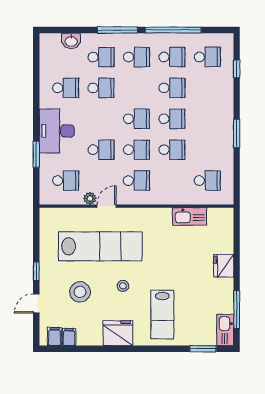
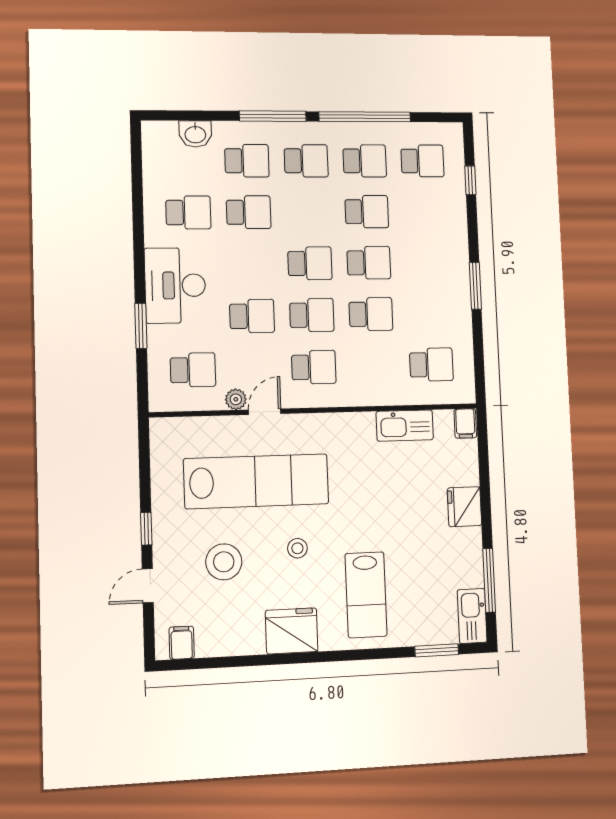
filing cabinet: (69, 337) -> (465, 423), moved, turned 180

